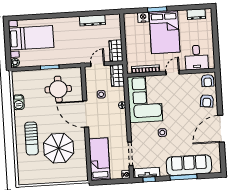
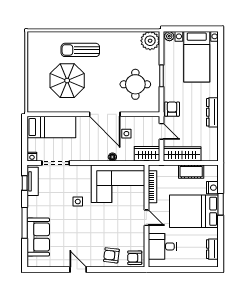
dresser: (92, 20) -> (212, 112), moved
cot: (131, 37) -> (191, 172), added
wardrobe: (116, 51) -> (182, 154), width x1.50
armchair: (78, 56) -> (172, 109), added
plant: (20, 79) -> (150, 41), added
barbecue: (18, 102) -> (123, 37), removed
door: (86, 114) -> (105, 114), swing flipped
door: (221, 129) -> (78, 270), width x0.53
sofa: (189, 165) -> (38, 237), width x0.73

